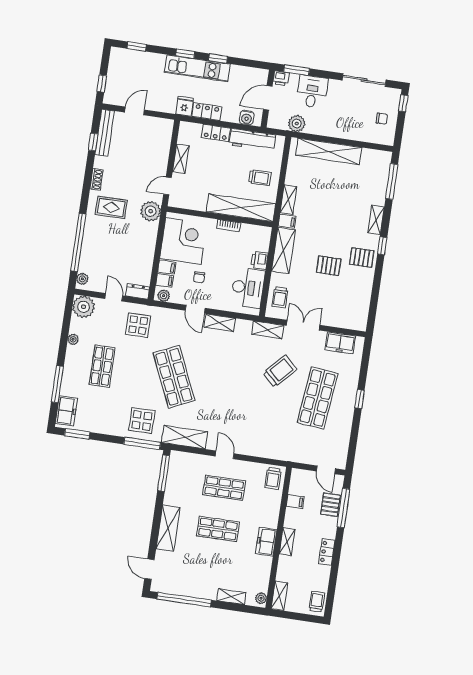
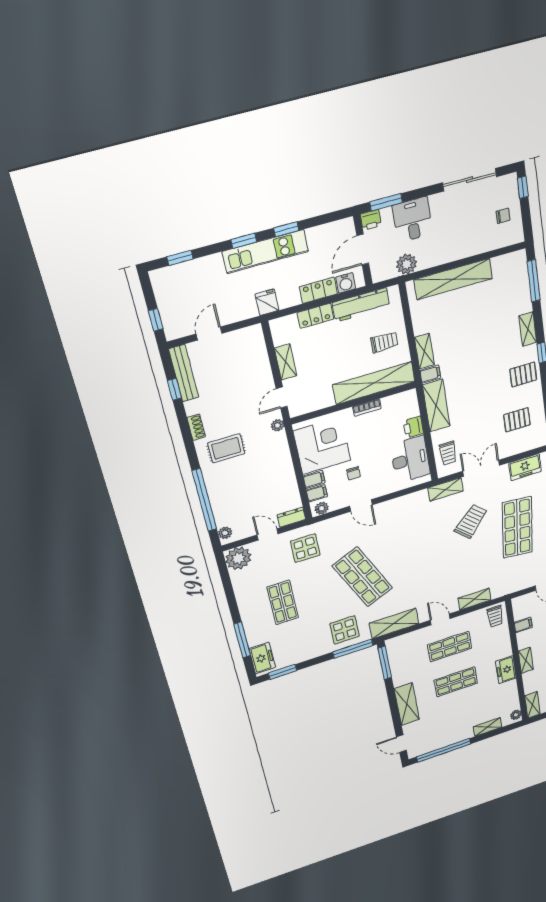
locker: (207, 112) -> (318, 290), moved
plant: (151, 211) -> (277, 425), width x0.53, depth x0.53
pallet: (329, 266) -> (517, 420), moved
shelving: (220, 323) -> (474, 599), moved
plant: (73, 339) -> (241, 593), removed

